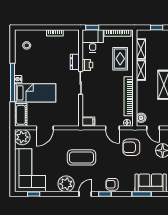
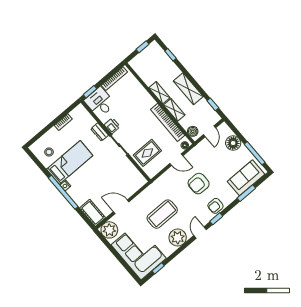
shelving: (141, 49) -> (174, 110), moved
rug: (120, 59) -> (147, 153), moved, turned 90
bed: (35, 93) -> (70, 162), moved
filing cabinet: (88, 122) -> (152, 171), removed
door: (45, 128) -> (121, 207), swing flipped
door: (153, 128) -> (209, 131), hinge flipped
armchair: (131, 147) -> (199, 184), moved
coffee table: (81, 157) -> (162, 214), moved

